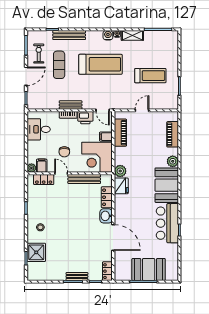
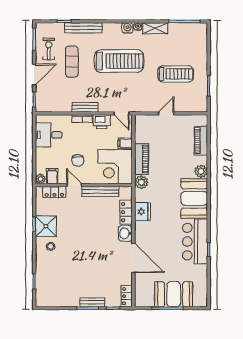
piano: (120, 133) -> (142, 159), moved
fridge: (121, 186) -> (142, 212), moved
shower: (36, 252) -> (46, 226), moved

